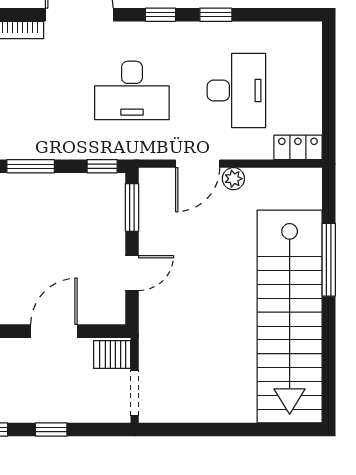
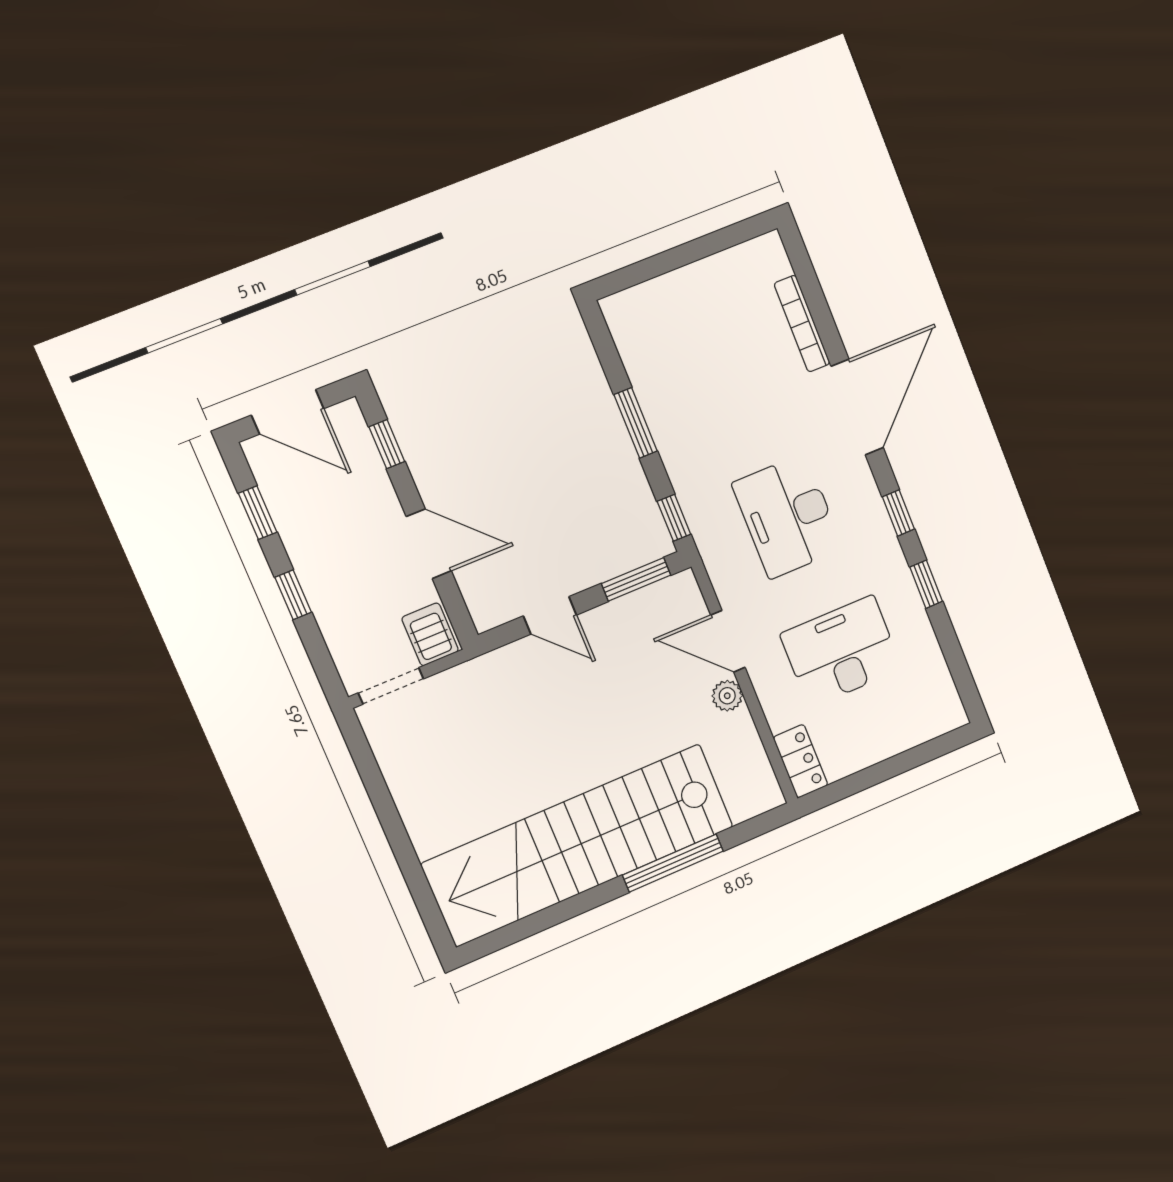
desk: (236, 90) -> (841, 651), turned 180

